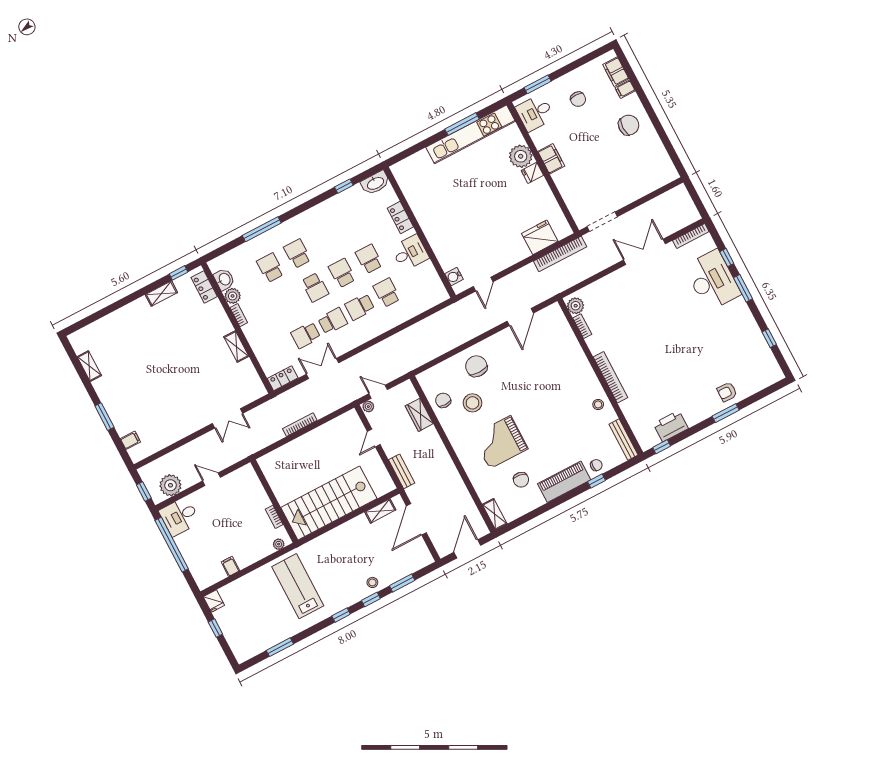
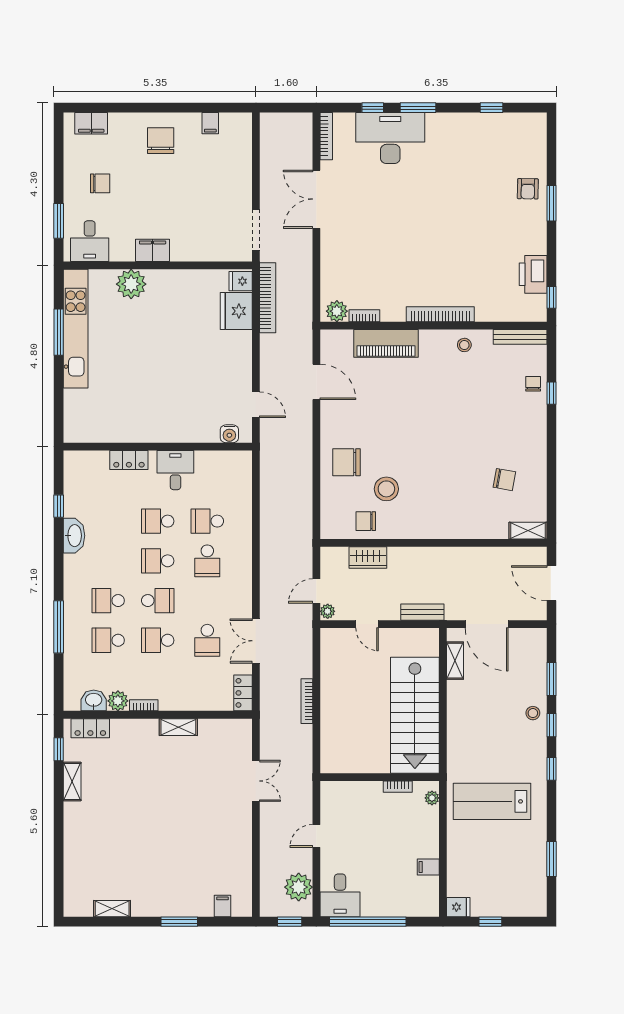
filing cabinet: (625, 89) -> (210, 123), moved
fridge: (532, 173) -> (241, 281), moved, turned 90
washbasin: (375, 183) -> (74, 536), moved
school desk: (333, 321) -> (158, 640), moved, turned -90
grand piano: (500, 442) -> (448, 481), removed
piano: (564, 482) -> (386, 343), moved, turned -90

